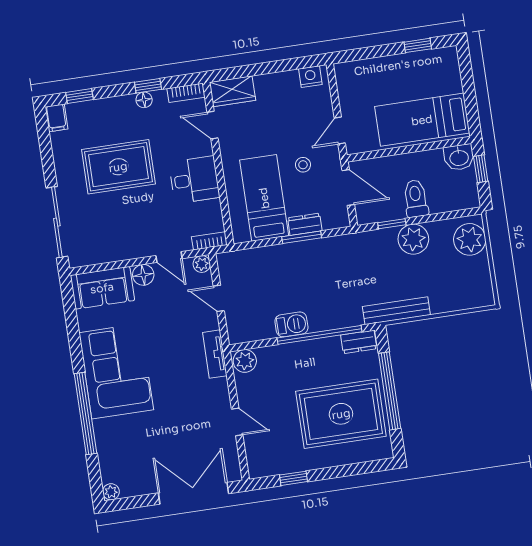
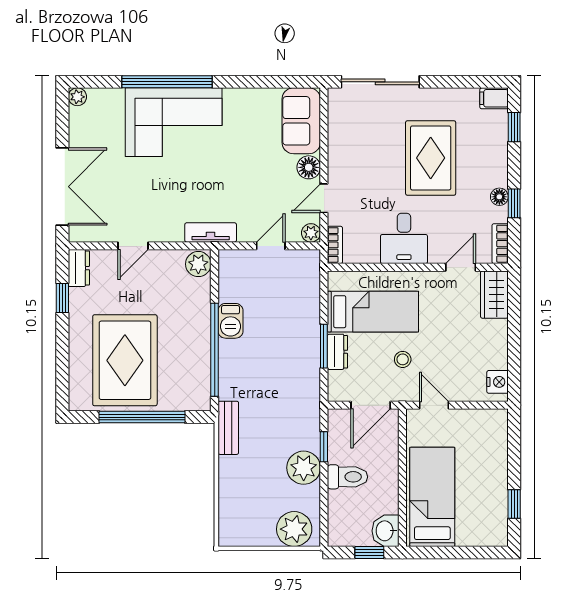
bench: (396, 311) -> (228, 428), width x0.73
dresser: (359, 342) -> (79, 268), moved, turned 180
corner sofa: (116, 371) -> (174, 122), moved

